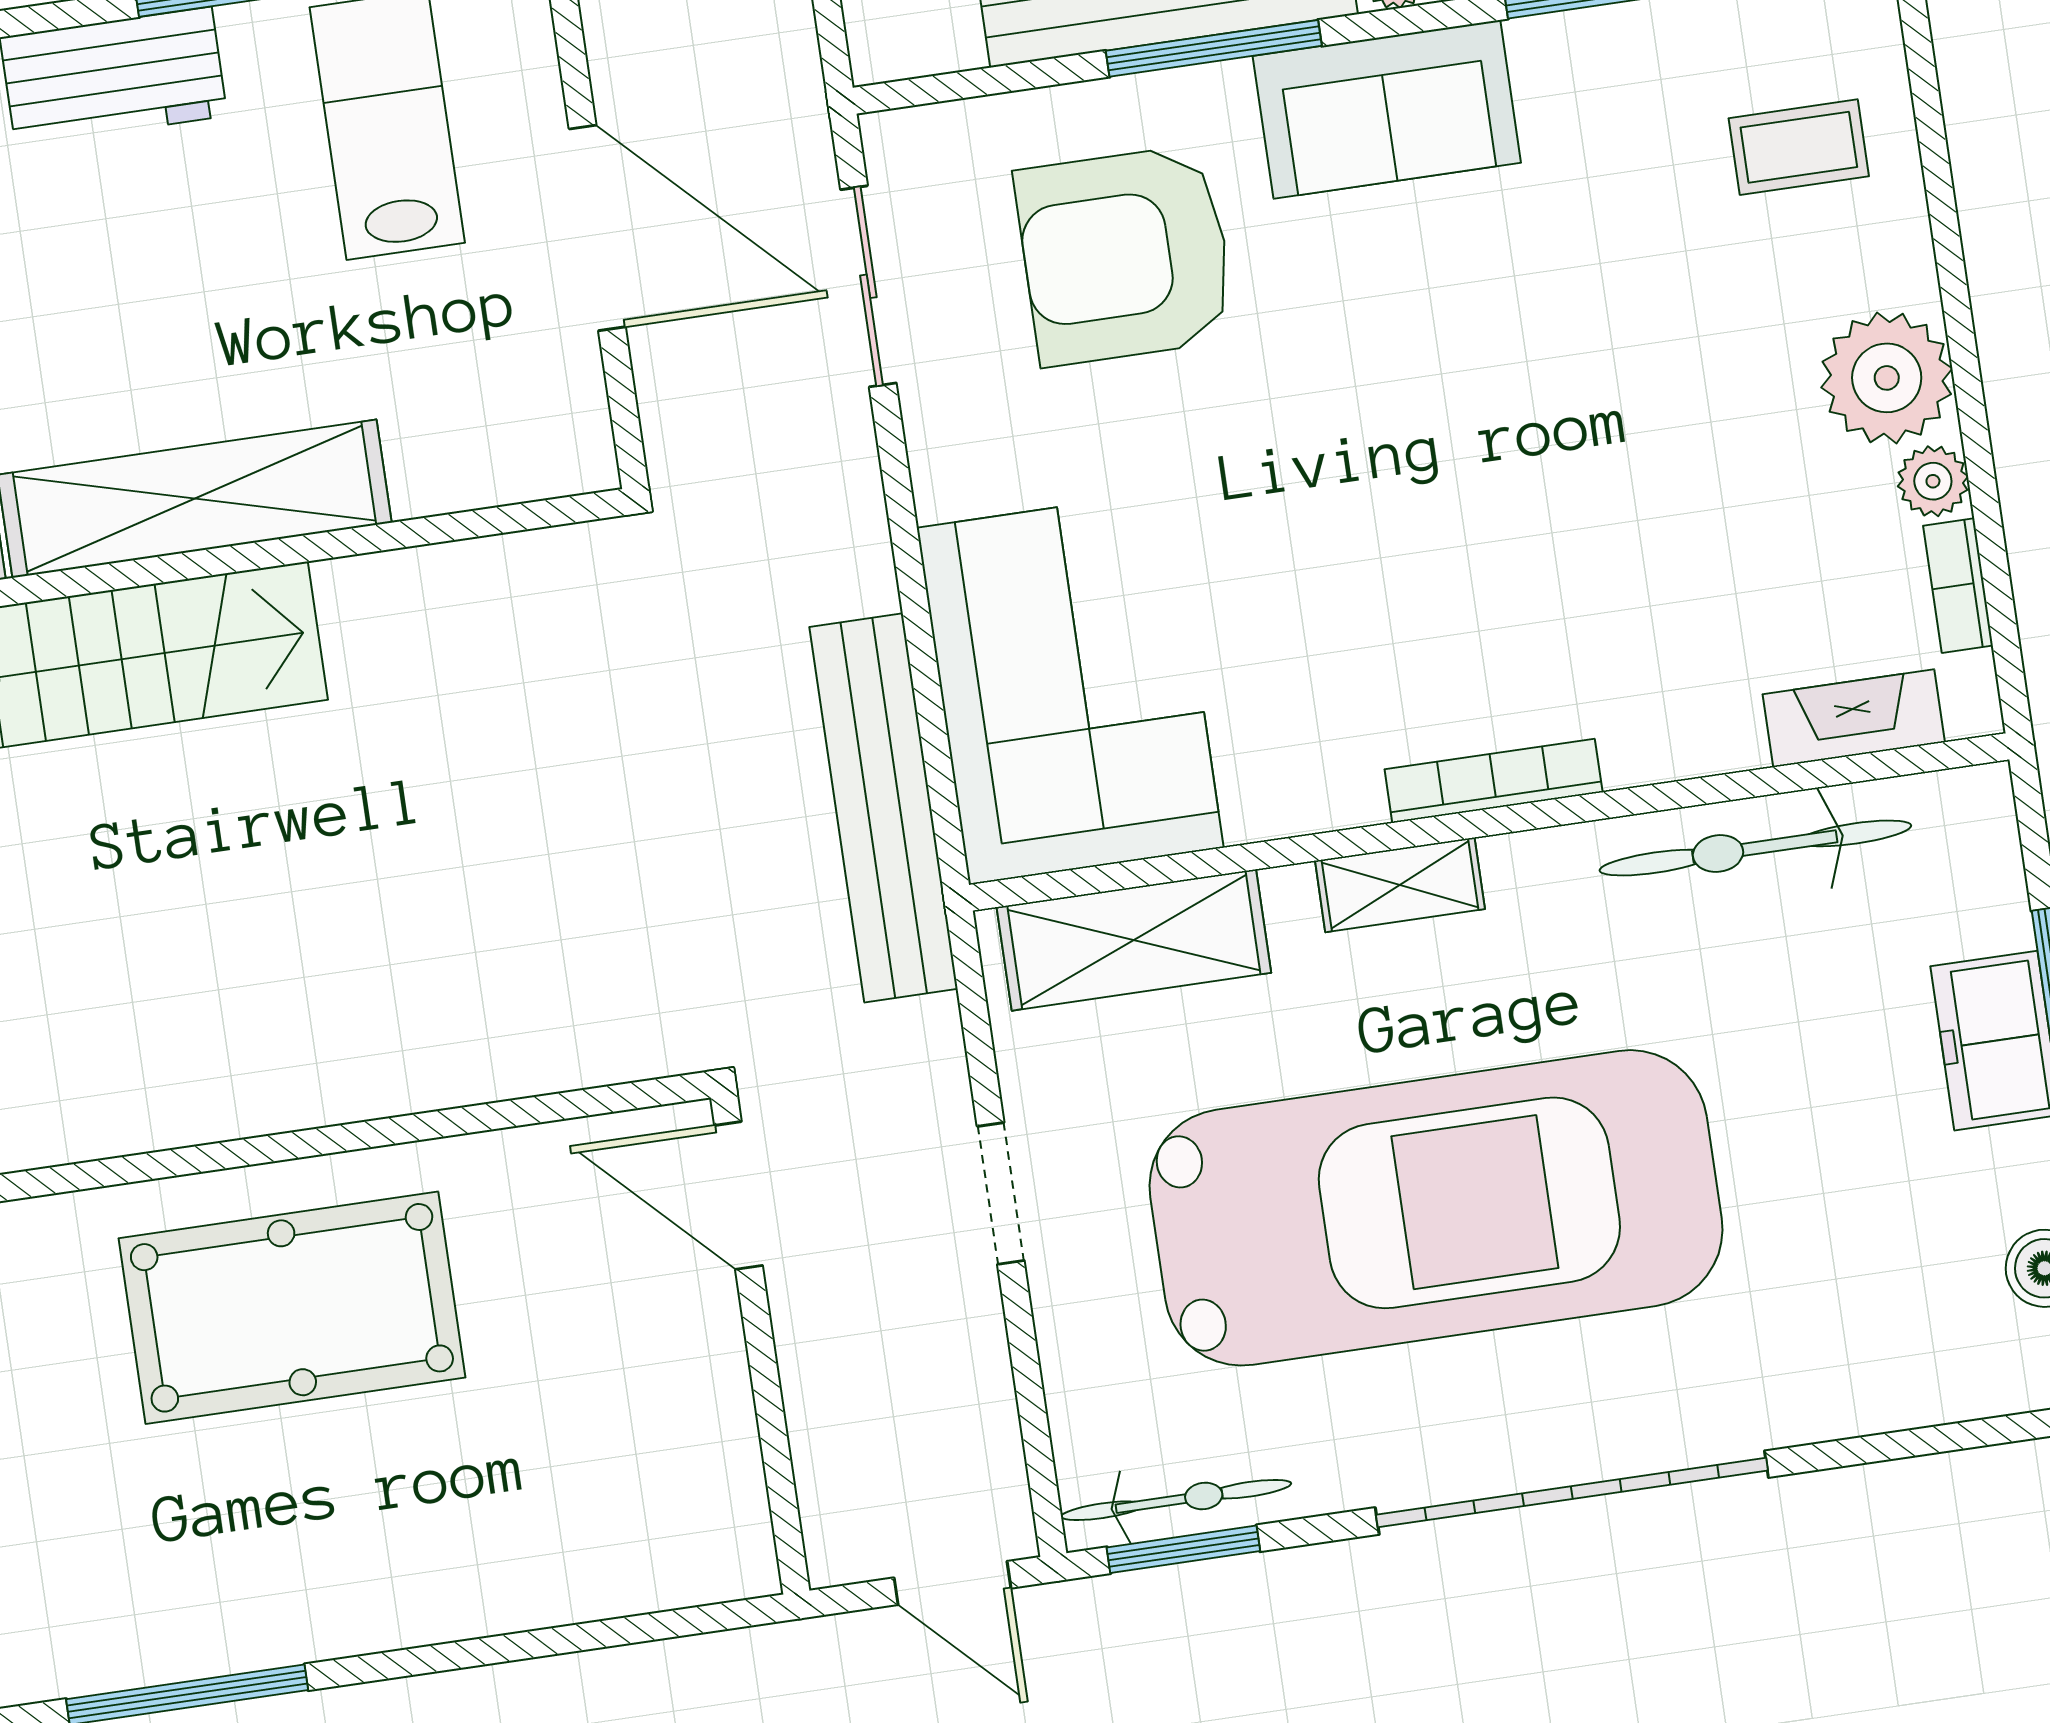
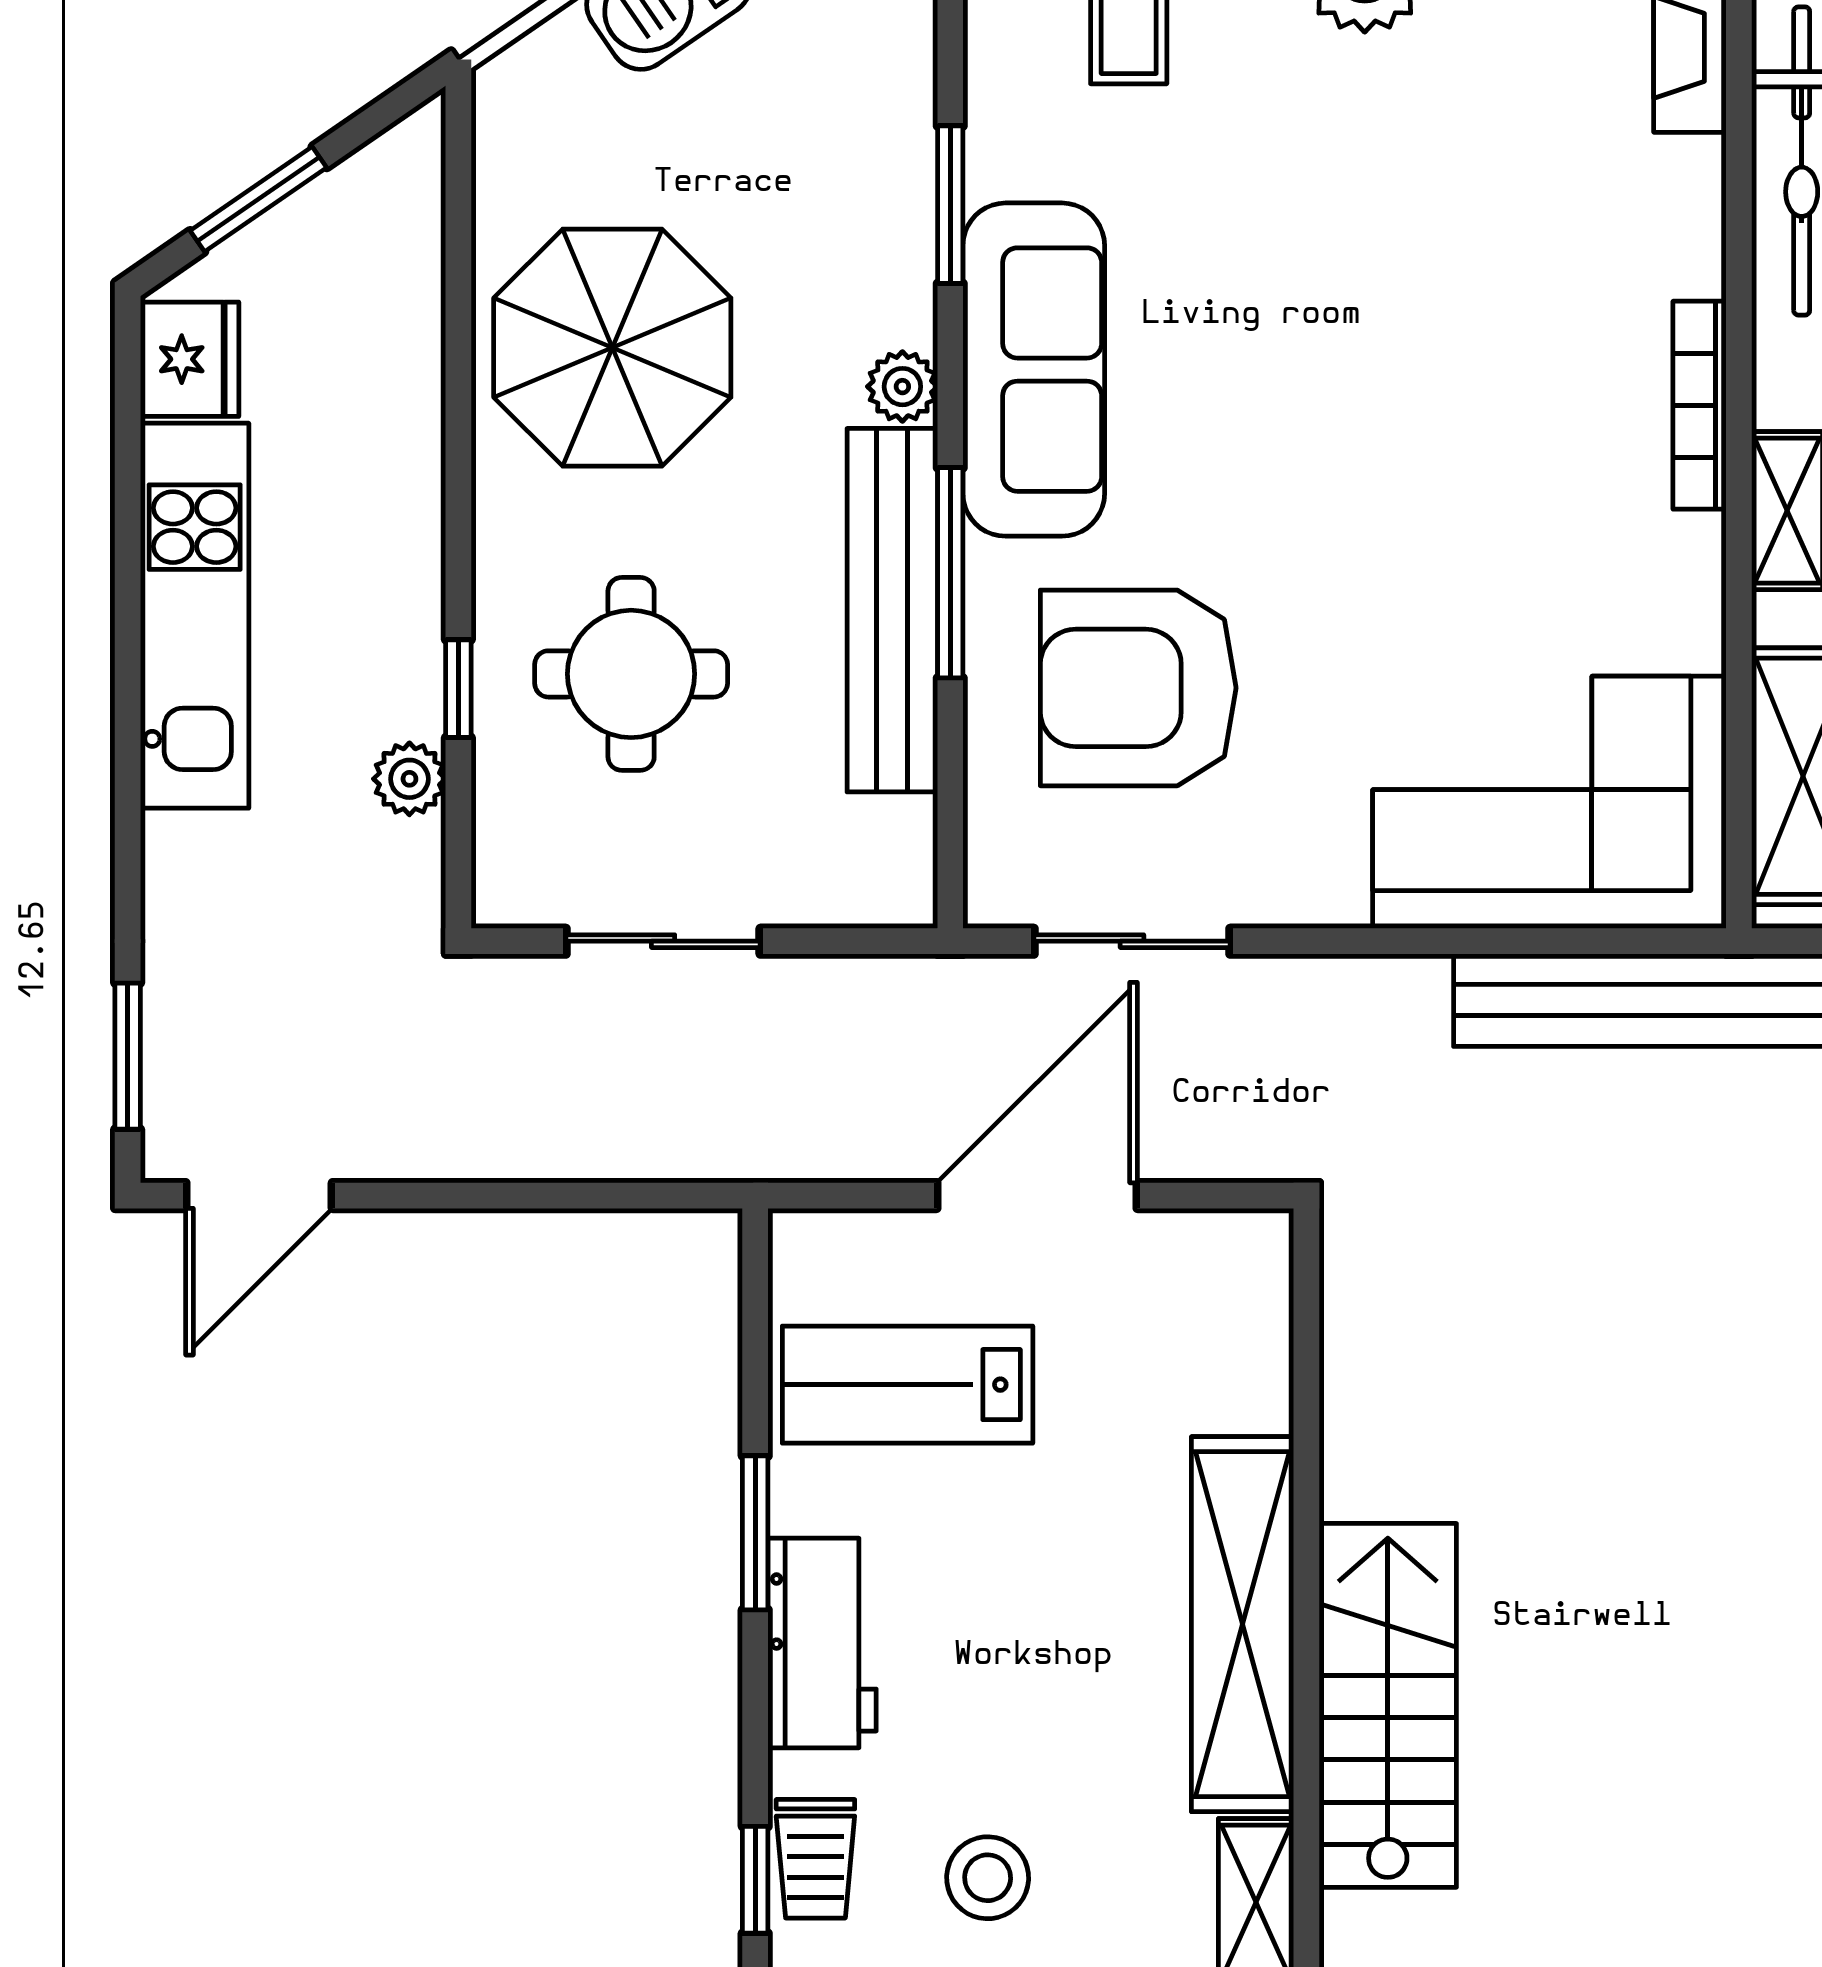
sofa: (1387, 109) -> (1034, 370), width x1.36
armchair: (1125, 255) -> (1138, 688), turned 90

